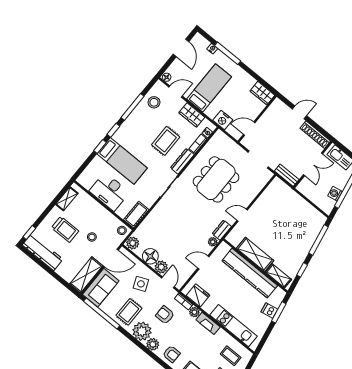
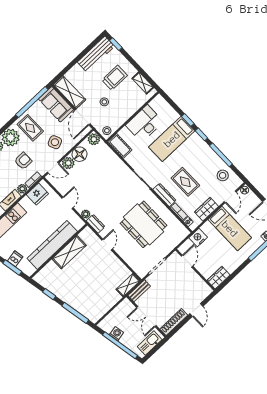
trolley: (65, 229) -> (115, 78), turned 180
shelving: (278, 276) -> (128, 285), moved

